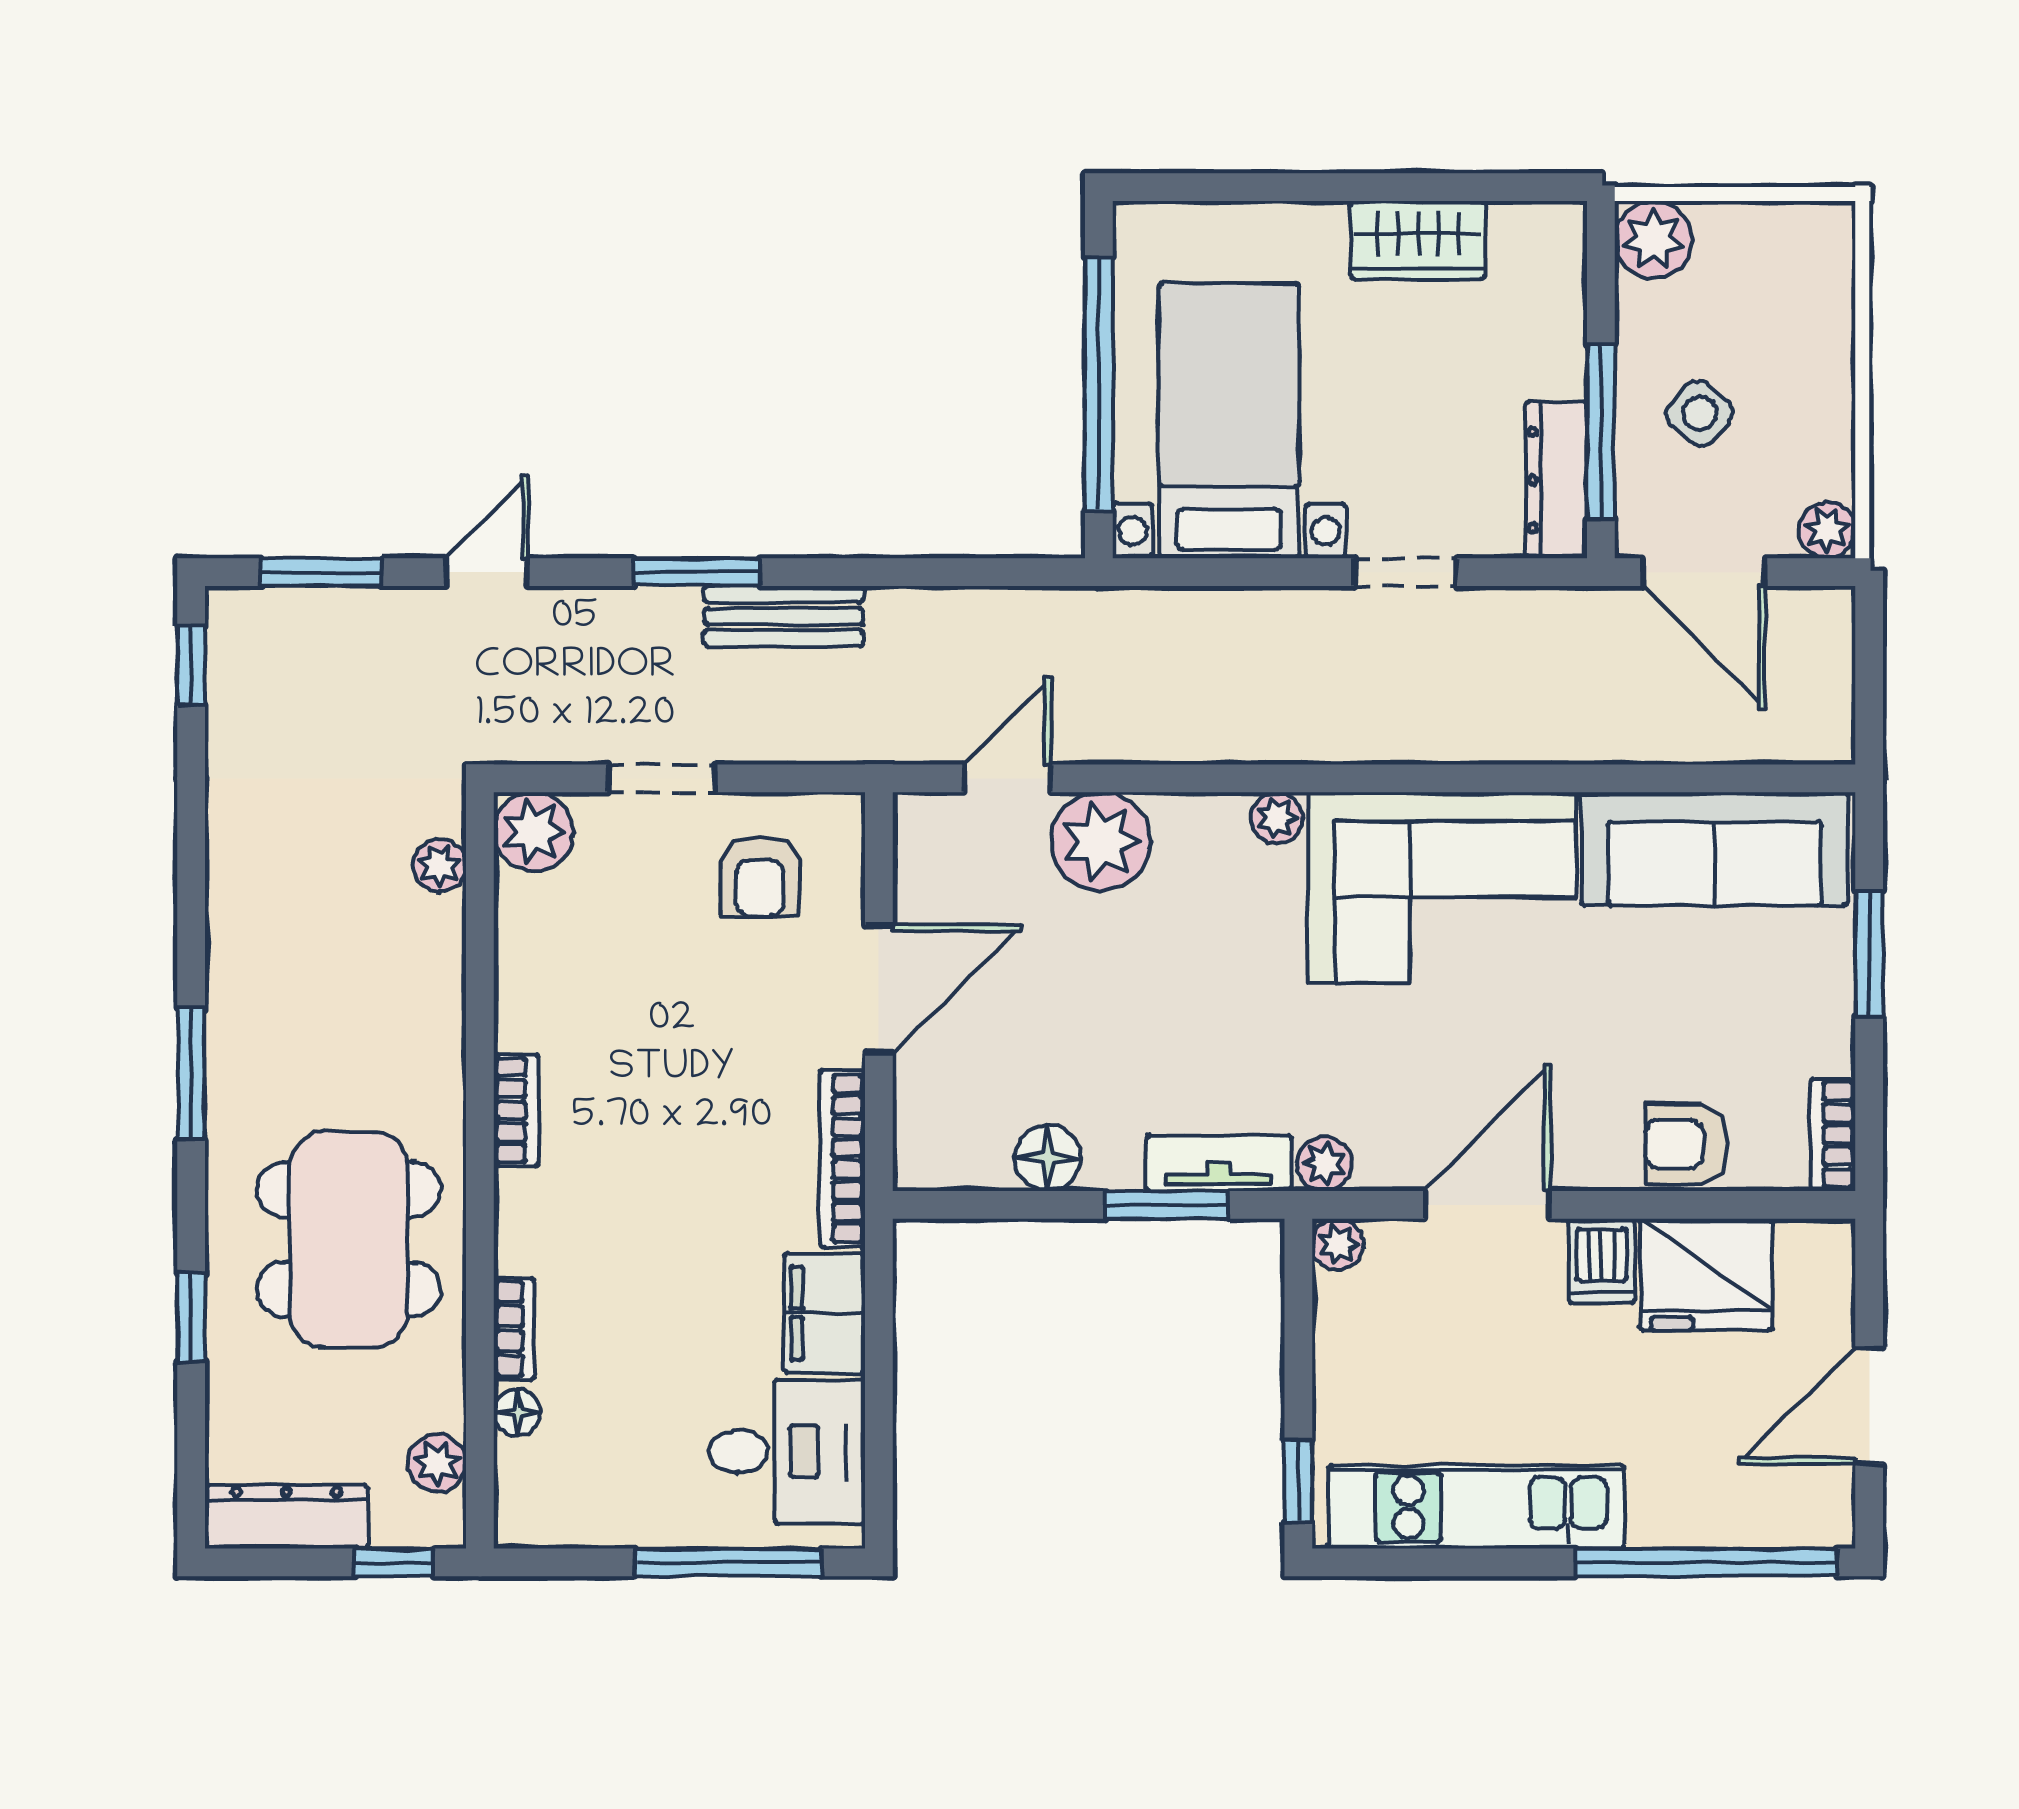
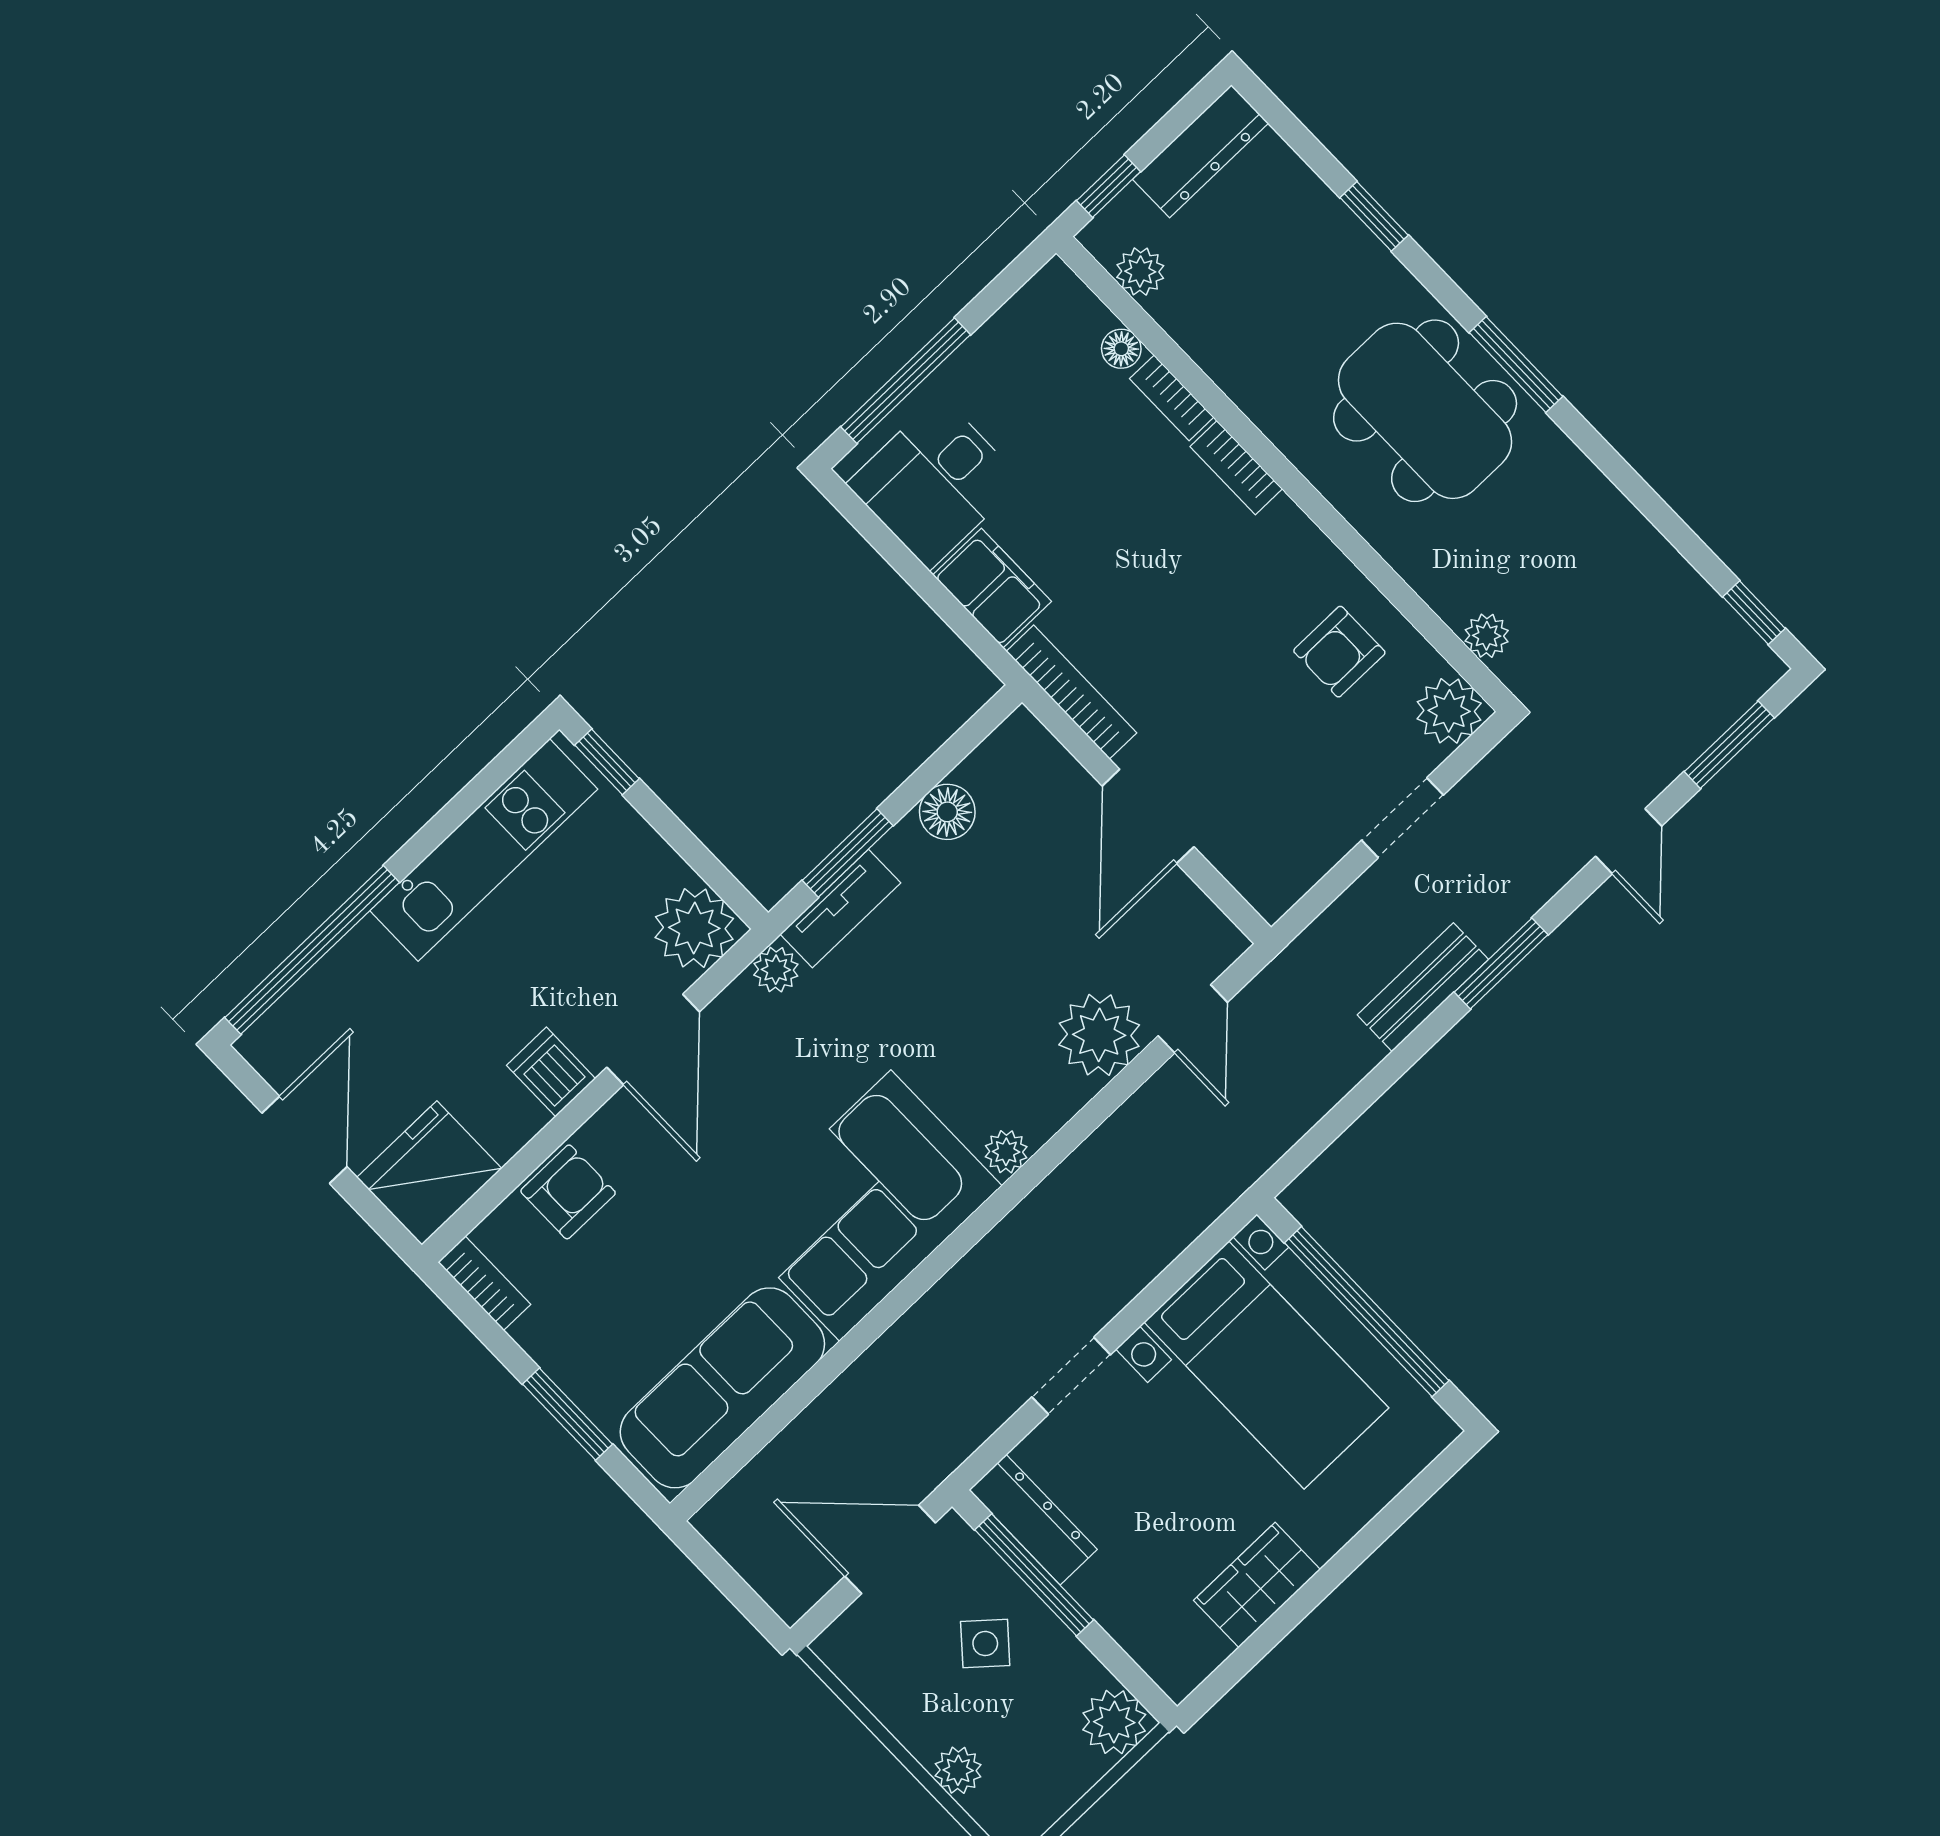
plant: (1827, 530) -> (958, 1770), moved
armchair: (760, 877) -> (1339, 652), moved, turned -90
bookcase: (516, 1110) -> (1236, 468), moved
dining table: (349, 1240) -> (1425, 411), moved
plant: (1338, 1244) -> (694, 928), width x1.88, depth x1.88
fridge: (1706, 1275) -> (429, 1173), moved

